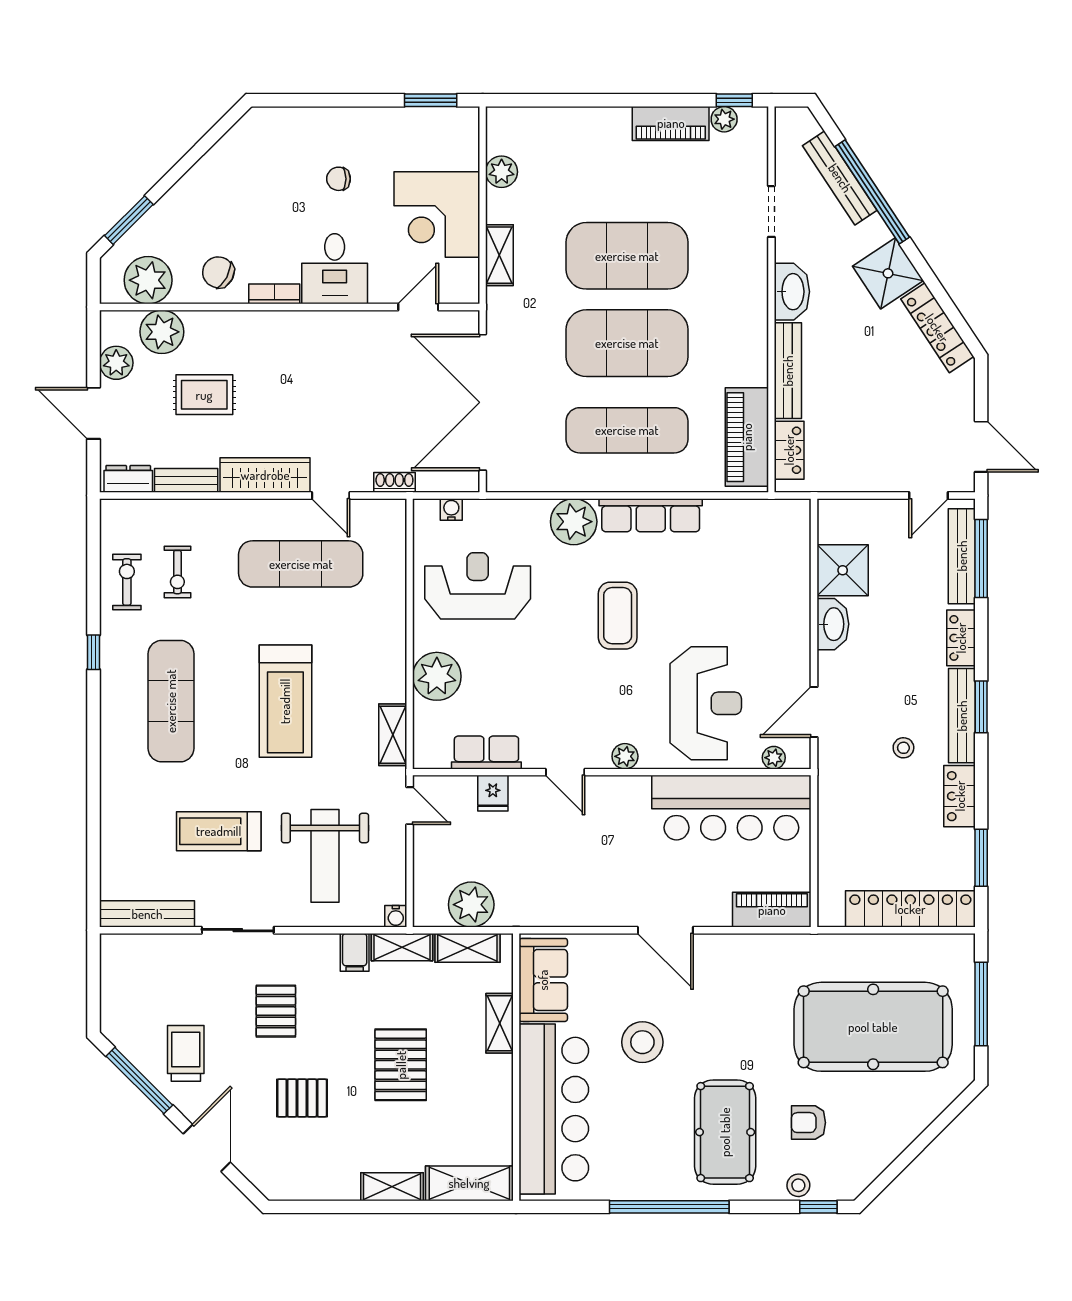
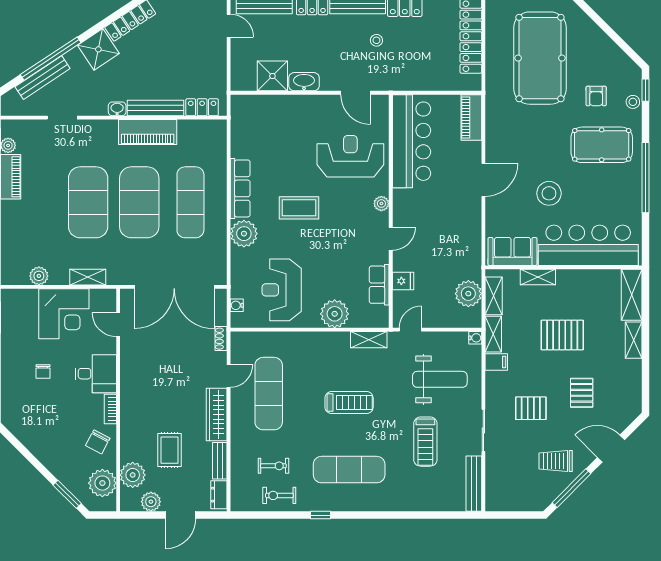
washbasin: (792, 292) -> (117, 109), width x0.52, depth x0.69
piano: (747, 437) -> (148, 132), moved
treadmill: (285, 701) -> (349, 403), width x0.73, depth x0.73
plant: (774, 758) -> (382, 116), removed

